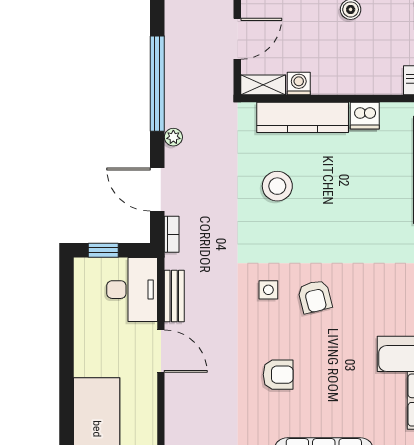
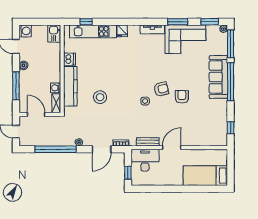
armchair: (315, 297) -> (161, 89), moved

